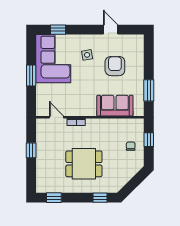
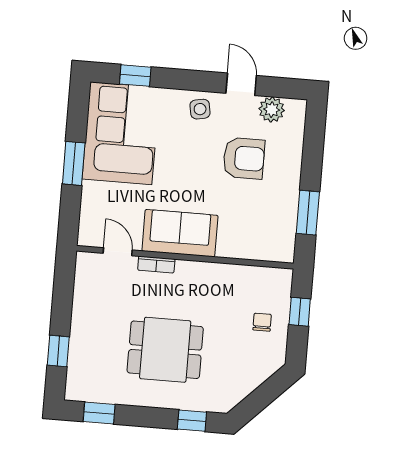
plant: (127, 41) -> (272, 110), added
side table: (87, 55) -> (200, 109), moved
armchair: (115, 66) -> (244, 158), turned 90
sofa: (115, 106) -> (180, 233), moved
window: (31, 150) -> (58, 351), moved

